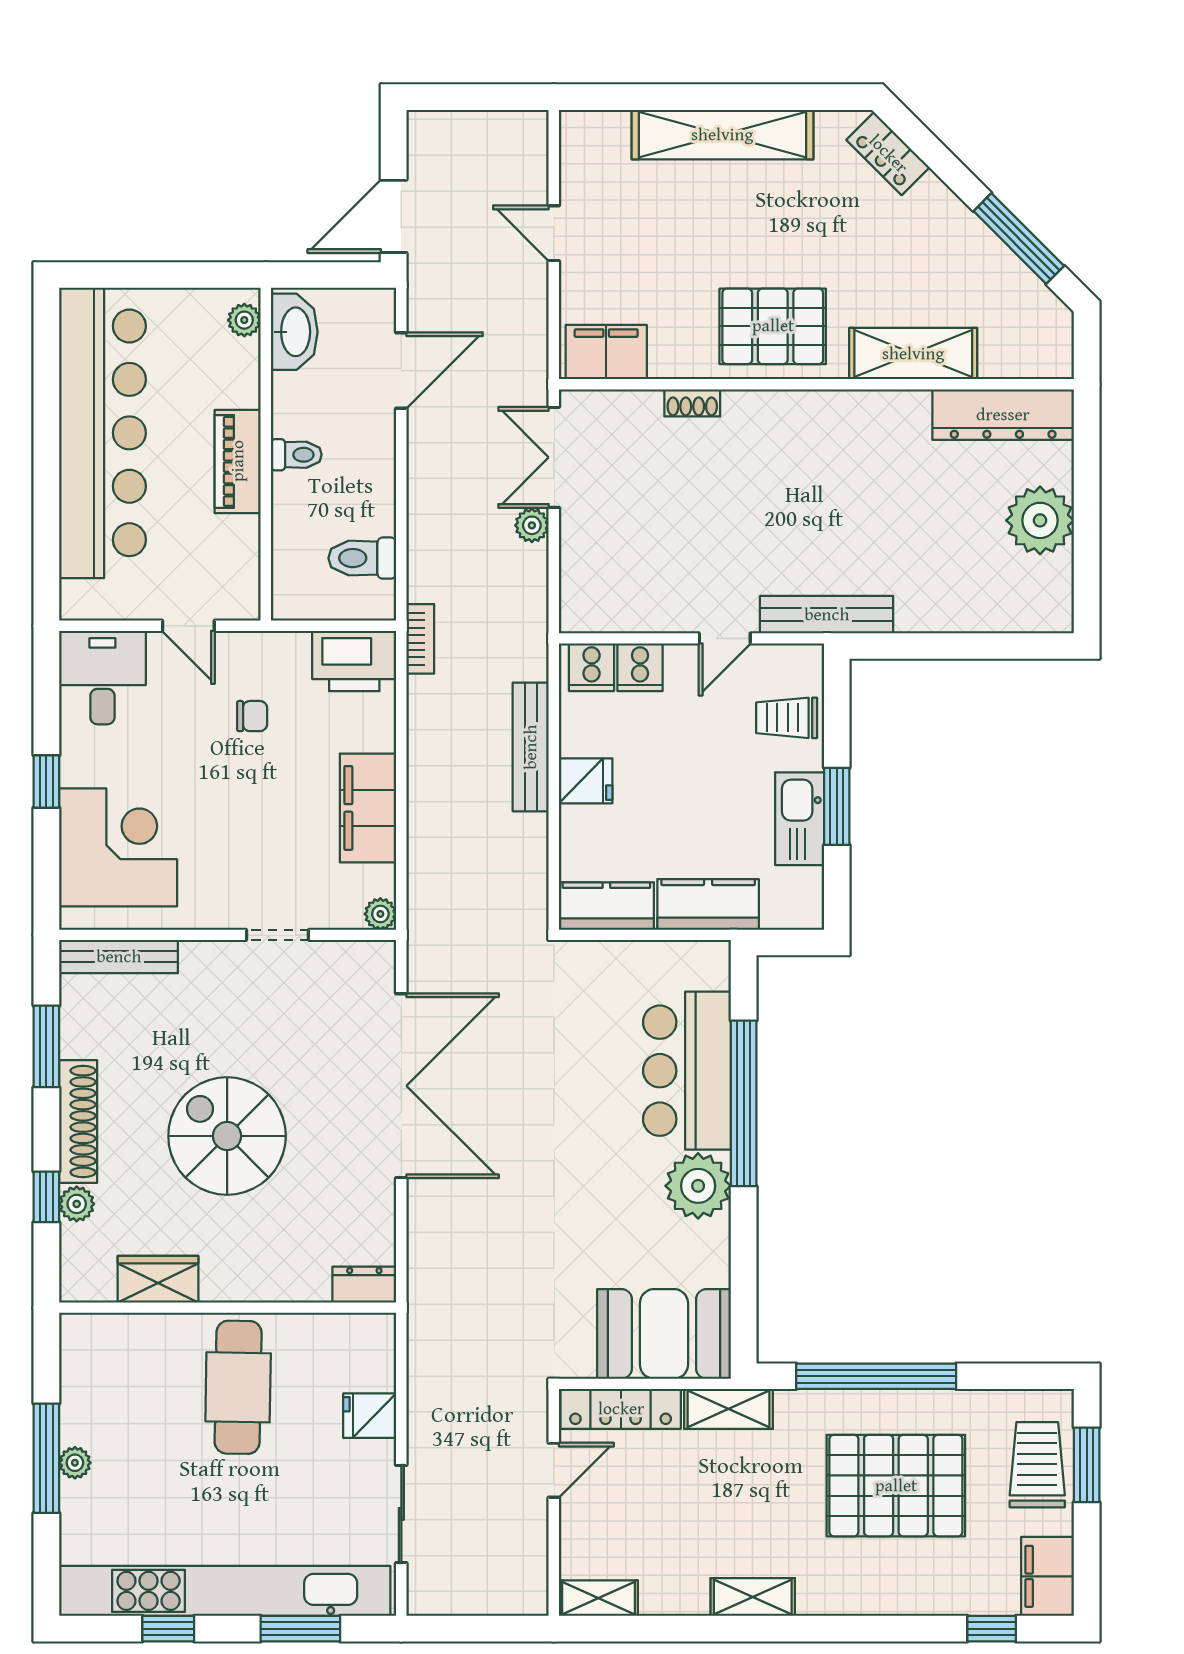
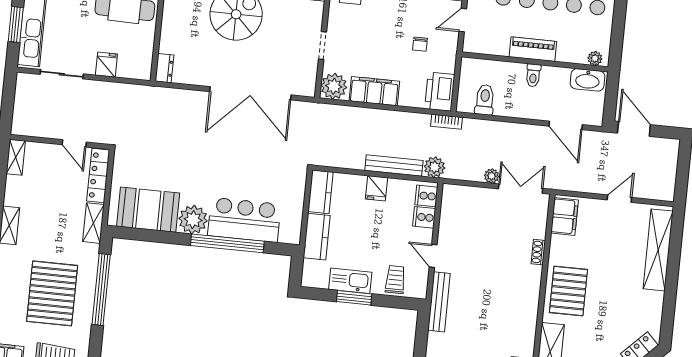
shelving: (722, 135) -> (658, 250), moved
plant: (525, 655) -> (435, 167), added
plant: (380, 914) -> (334, 86), width x1.87, depth x1.87
booth: (664, 1334) -> (148, 210), moved, turned 90

